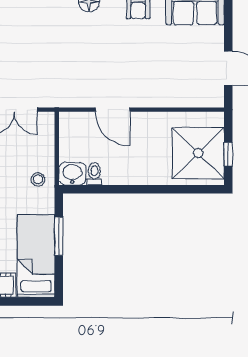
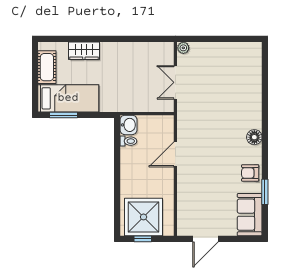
stool: (38, 179) -> (124, 100), removed
window: (59, 236) -> (64, 115), moved

